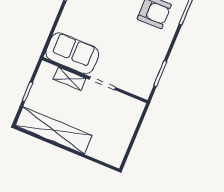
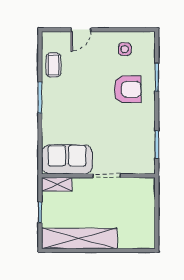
shelving: (70, 79) -> (57, 184), moved

